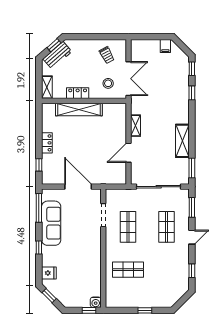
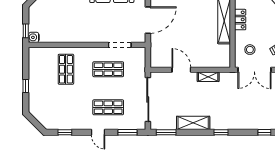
window: (192, 93) -> (221, 132), moved

